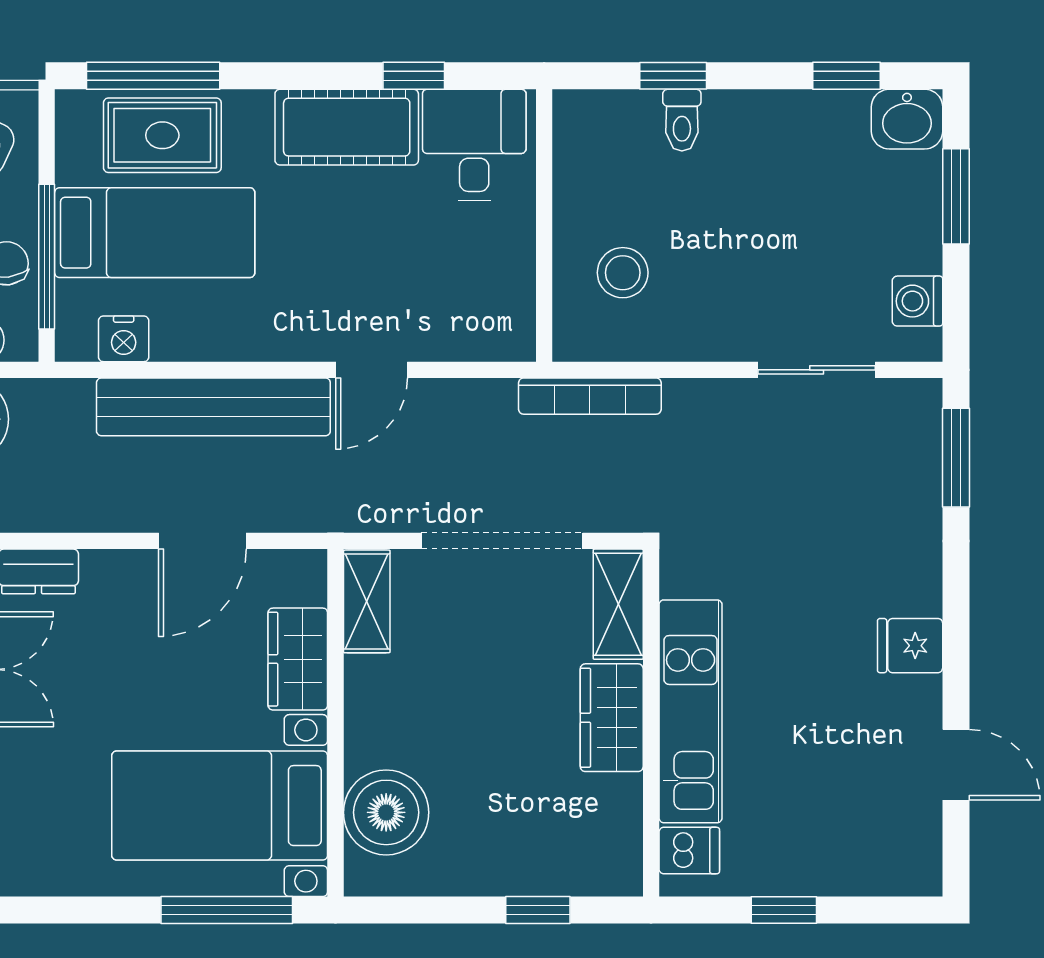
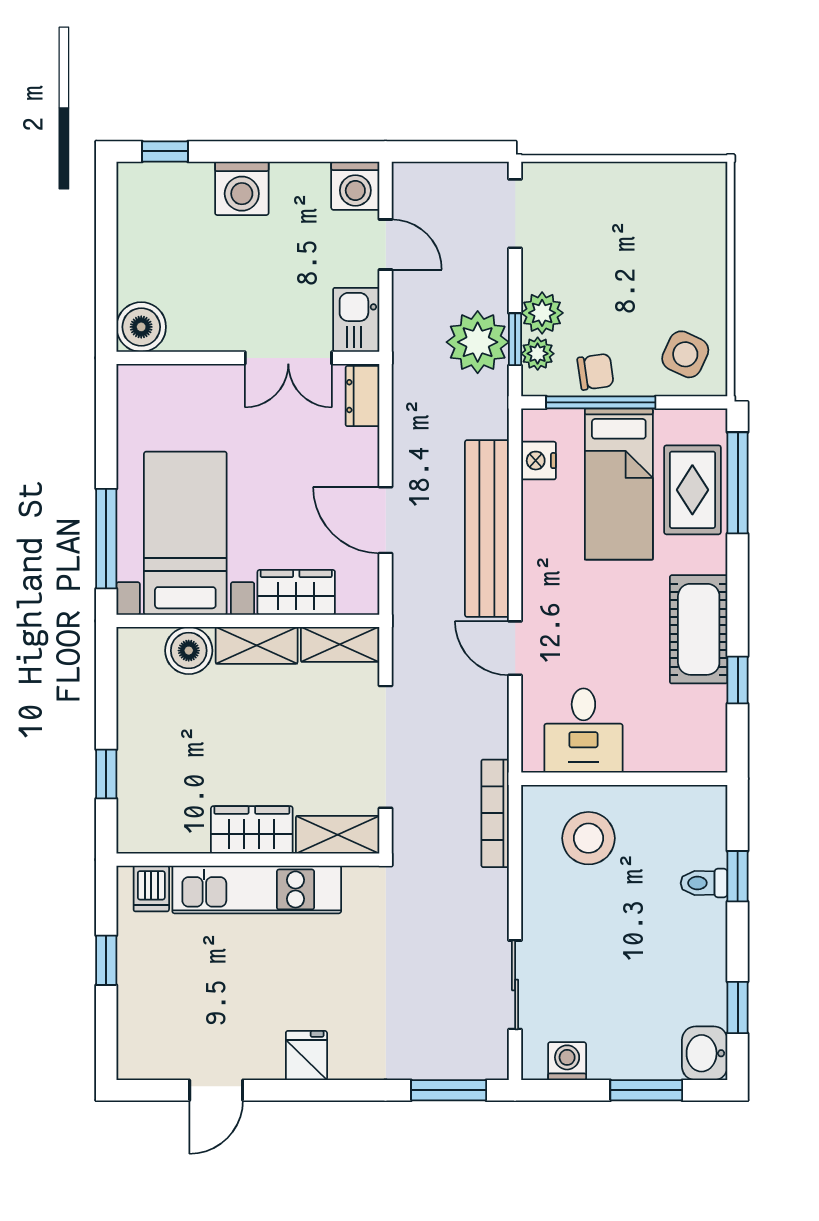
desk: (474, 145) -> (583, 730), moved, turned 90
stool: (623, 273) -> (588, 838), width x1.38, depth x1.38
shelving: (368, 711) -> (257, 645), added
boiler: (386, 812) -> (189, 651), width x0.73, depth x0.73

